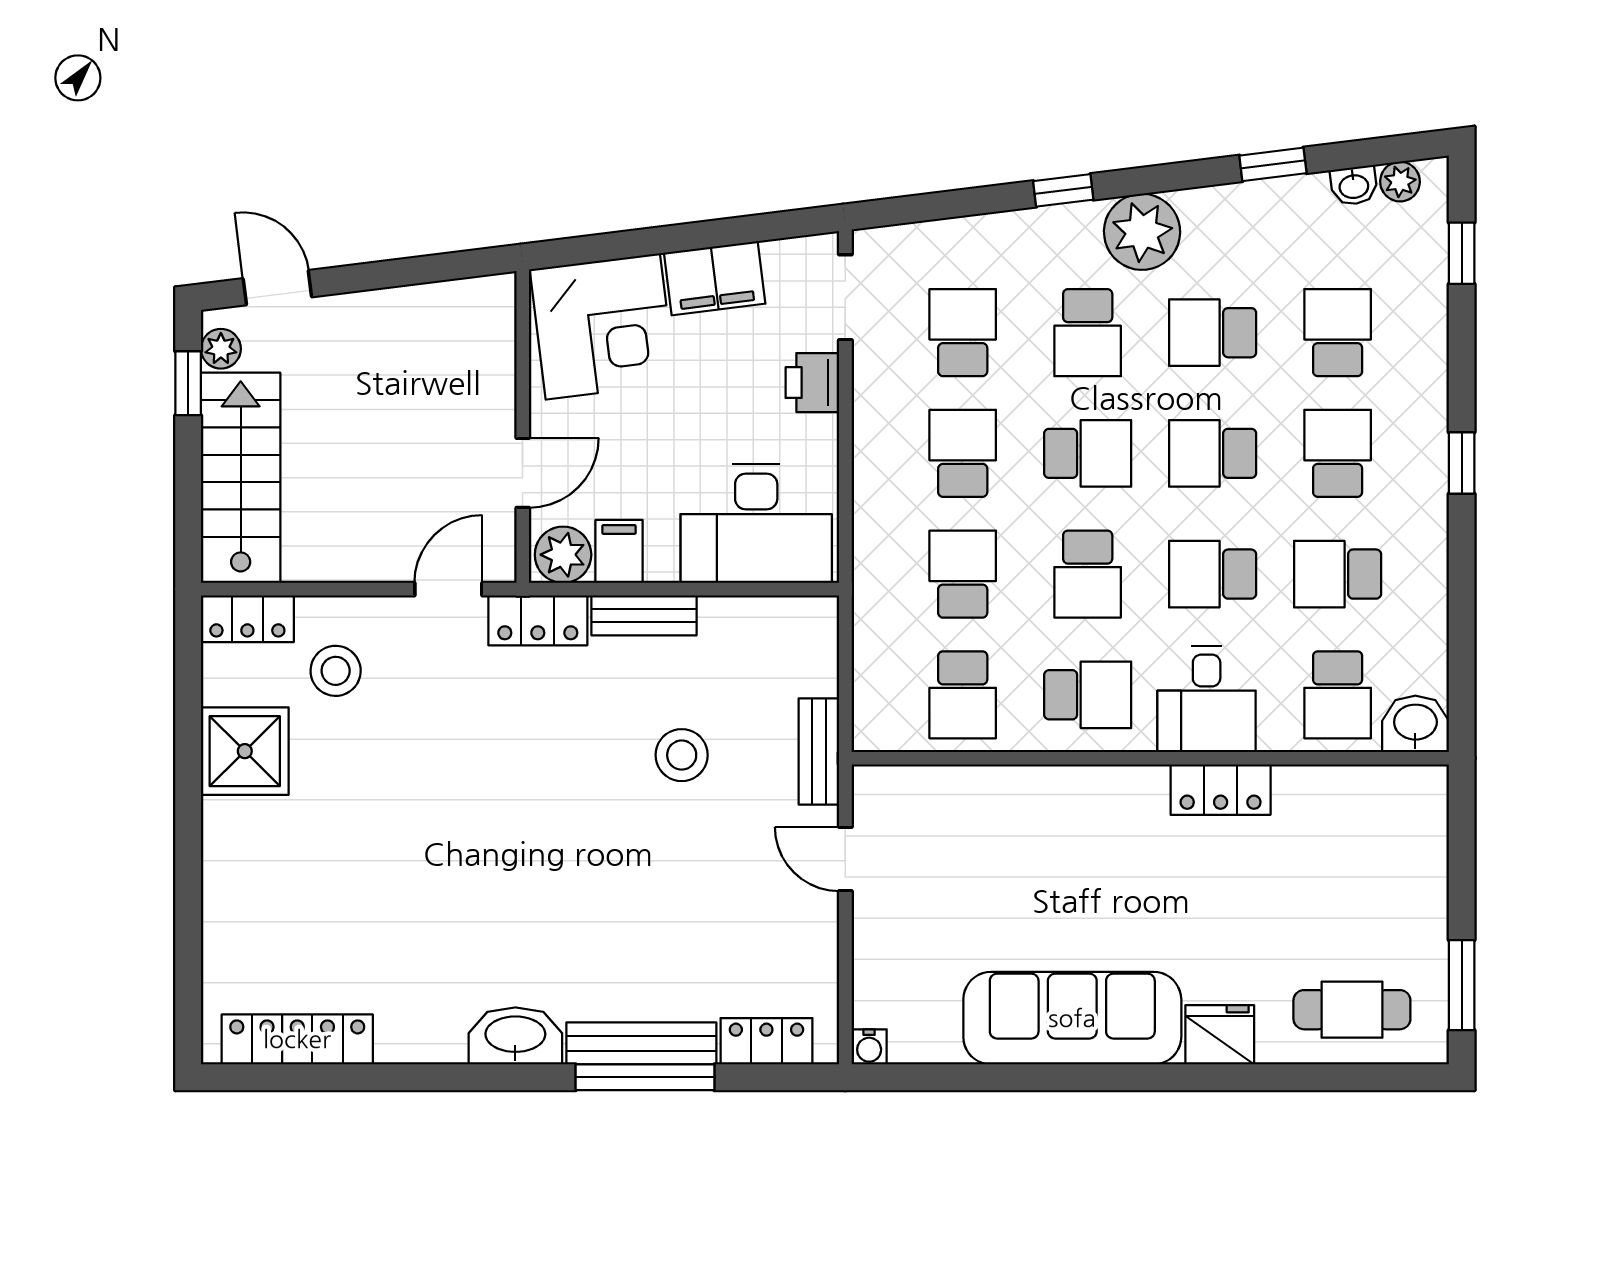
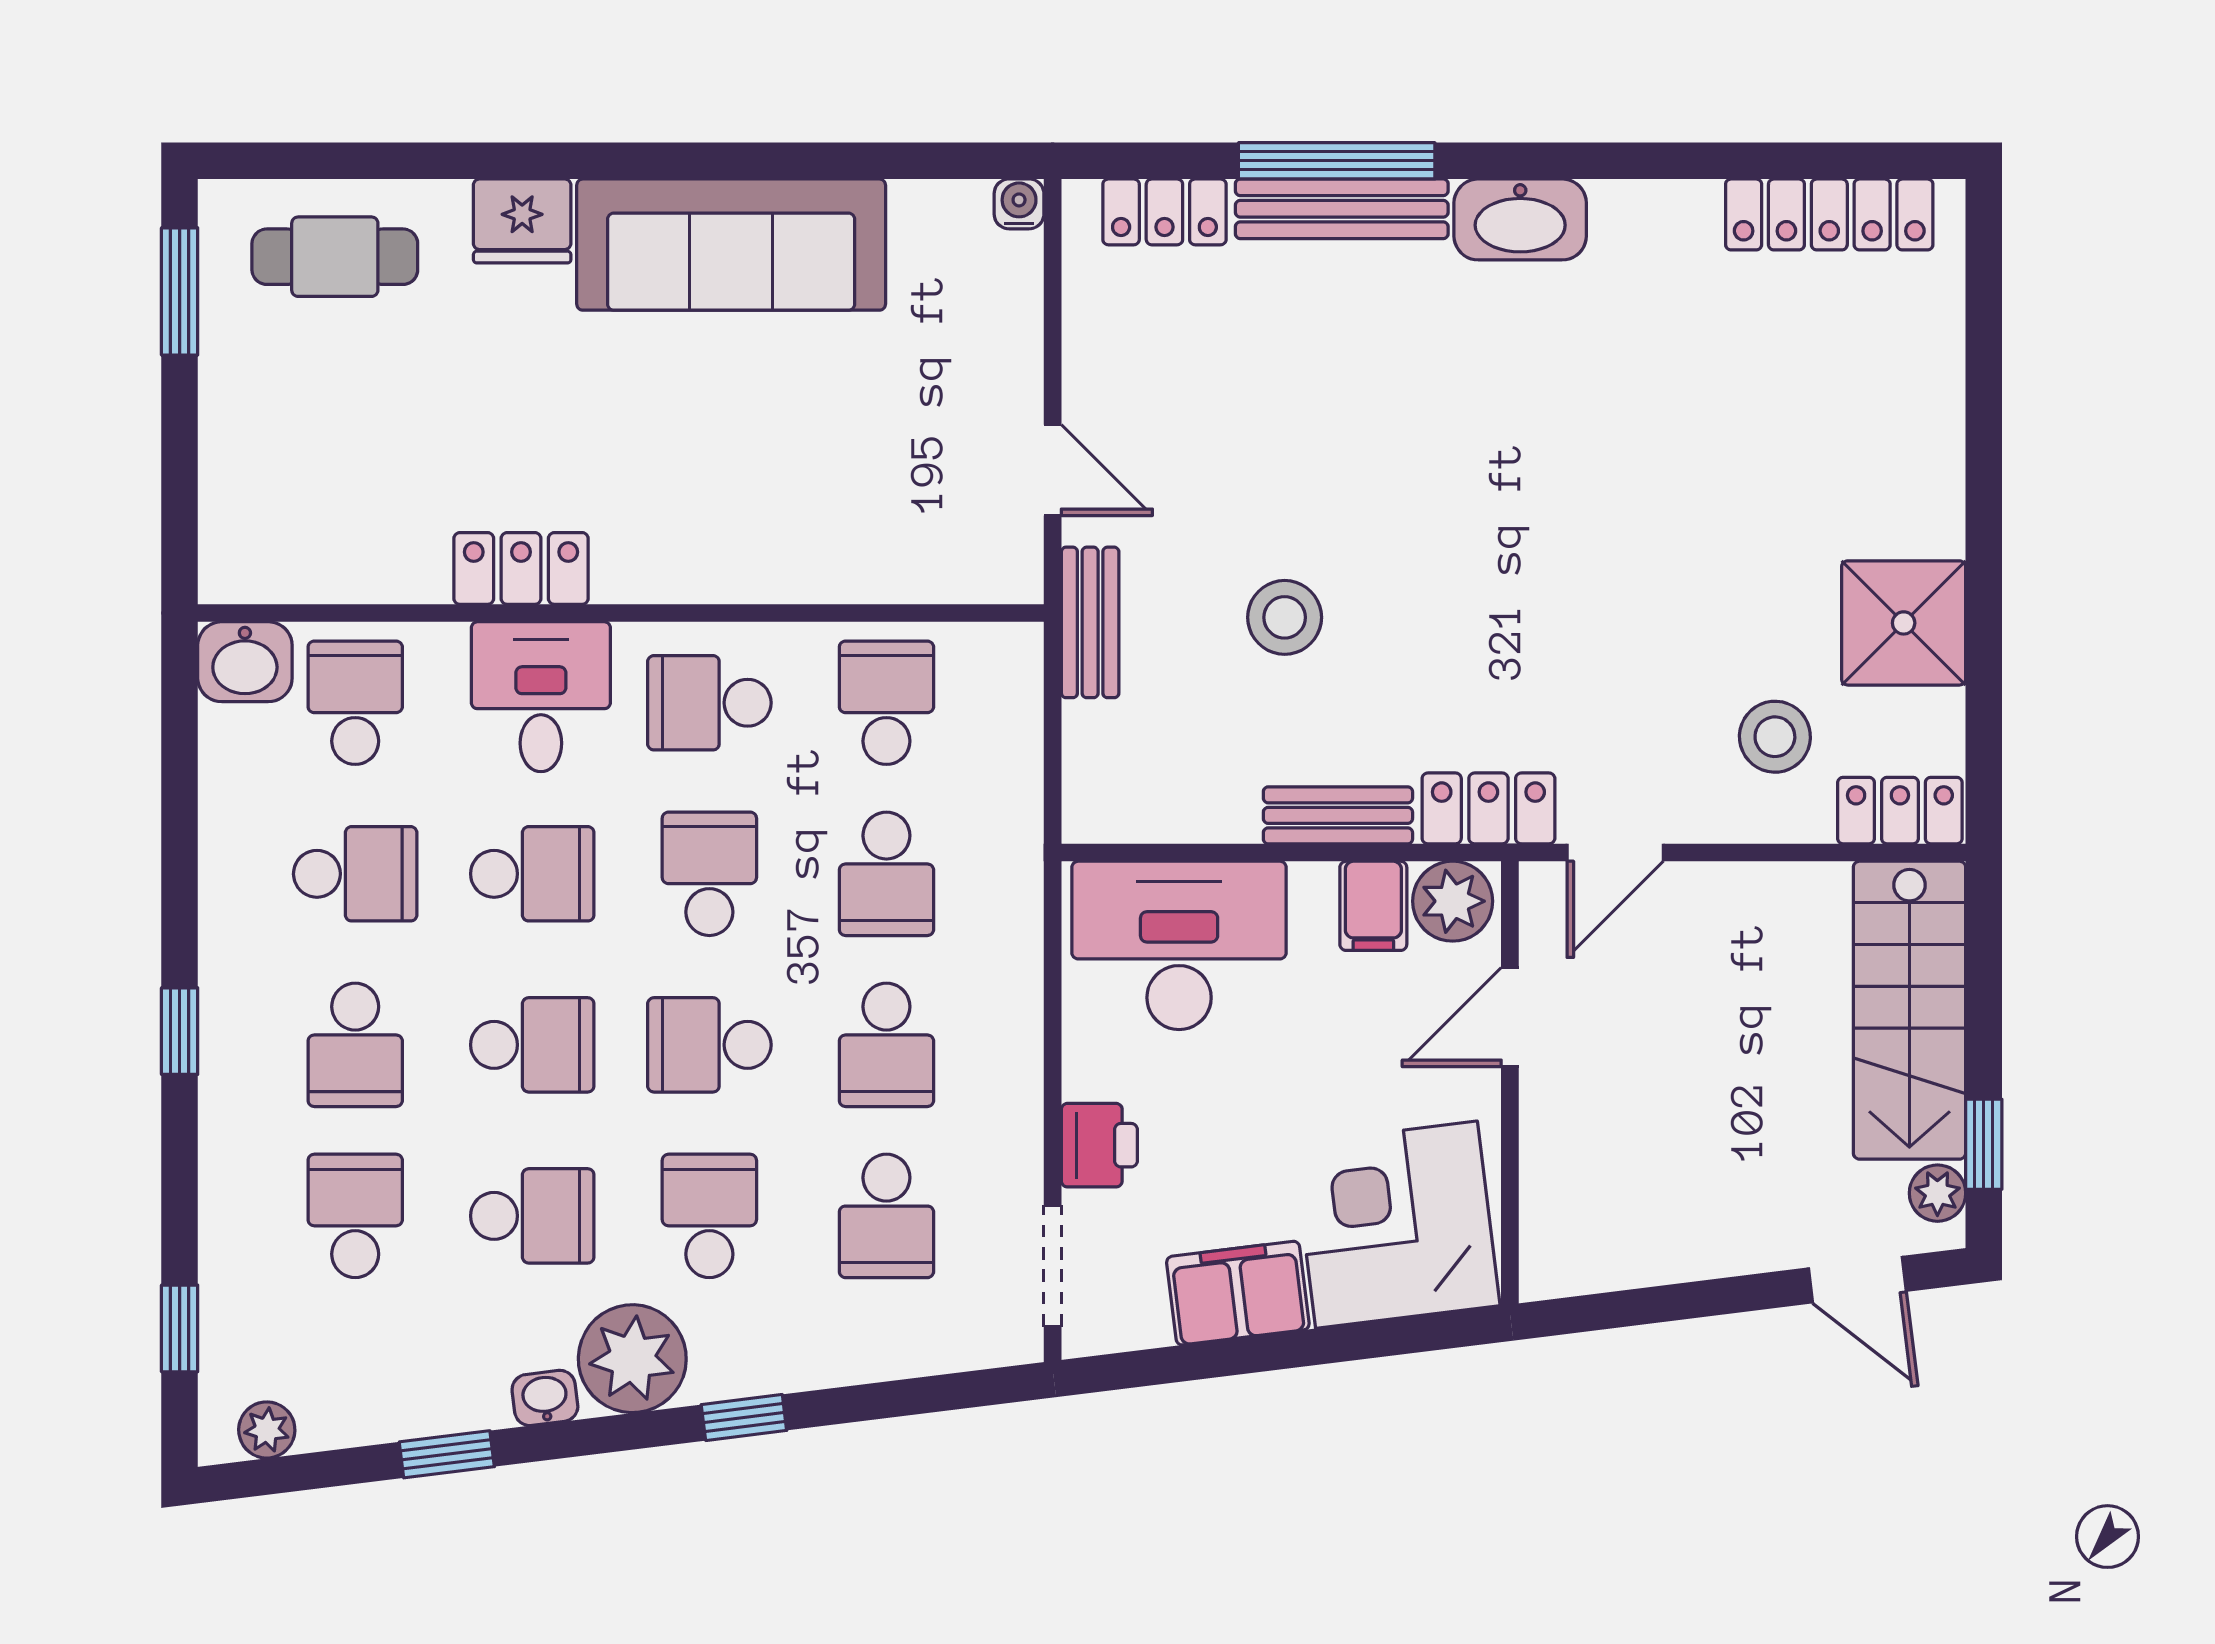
washbasin: (1354, 186) -> (545, 1398), moved
school desk: (1338, 333) -> (355, 1216), turned 180

